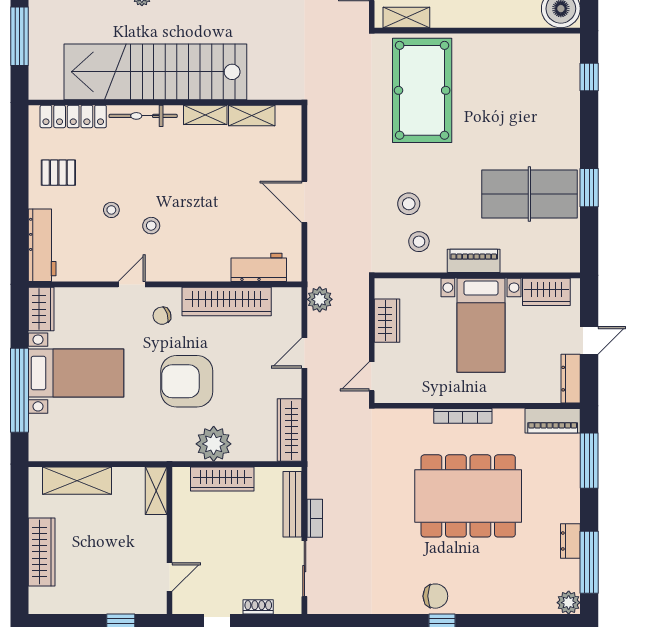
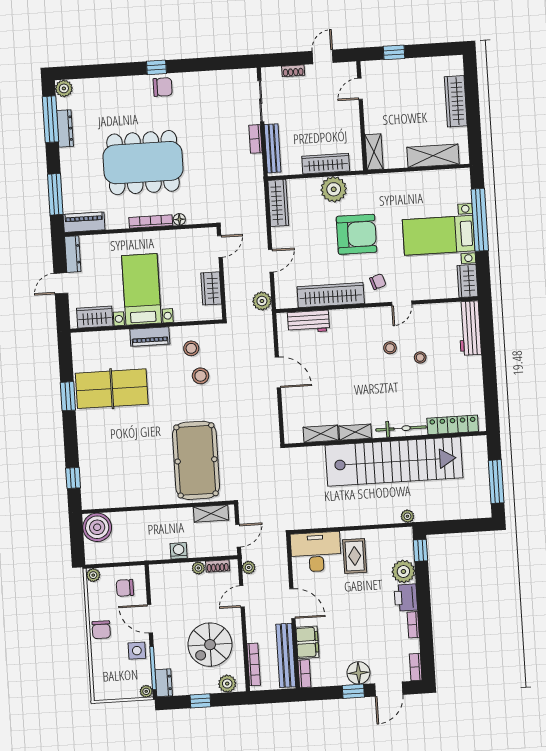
pallet: (58, 173) -> (461, 383), removed
floor lamp: (424, 416) -> (179, 219), added
dresser: (570, 541) -> (65, 128), width x1.44
chair: (435, 596) -> (163, 87), turned 180

